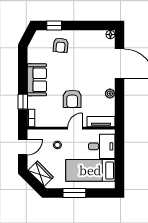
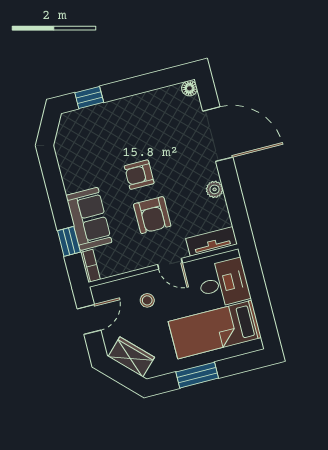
armchair: (61, 45) -> (139, 175), moved, turned 84
sofa: (37, 80) -> (89, 219), moved
door: (75, 128) -> (170, 264), swing flipped

